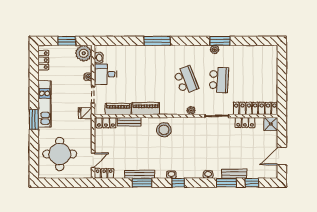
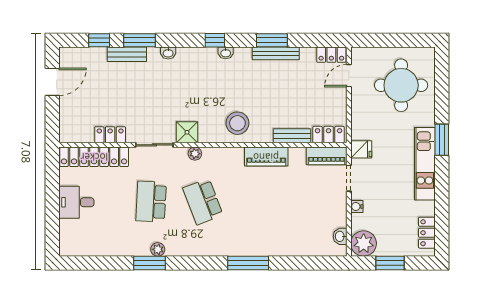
desk: (105, 74) -> (76, 202), moved, turned 180
piano: (118, 109) -> (327, 156), moved
shower: (271, 124) -> (187, 132), moved

